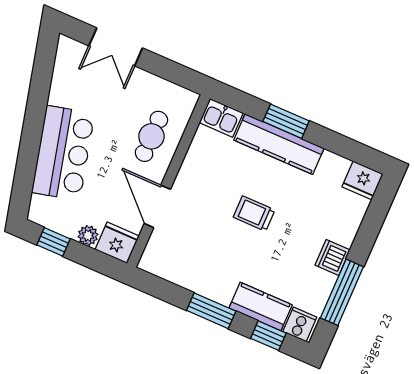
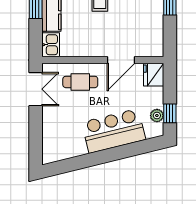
double door: (116, 47) -> (36, 89), moved
plant: (88, 235) -> (157, 116), moved

